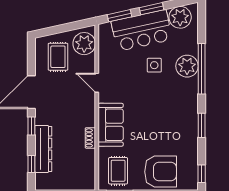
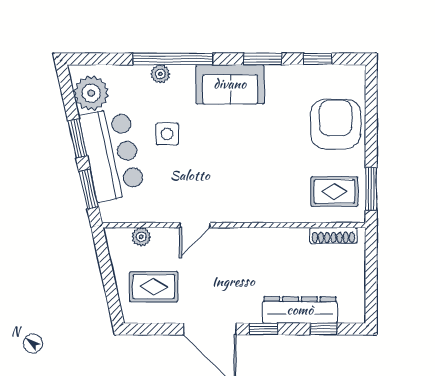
plant: (84, 44) -> (141, 237), width x0.53, depth x0.53
plant: (187, 66) -> (160, 74), width x0.53, depth x0.53
sofa: (111, 125) -> (230, 84), moved, turned 180
shoe rack: (90, 138) -> (333, 235), moved, width x1.43
window: (202, 174) -> (318, 59), moved

